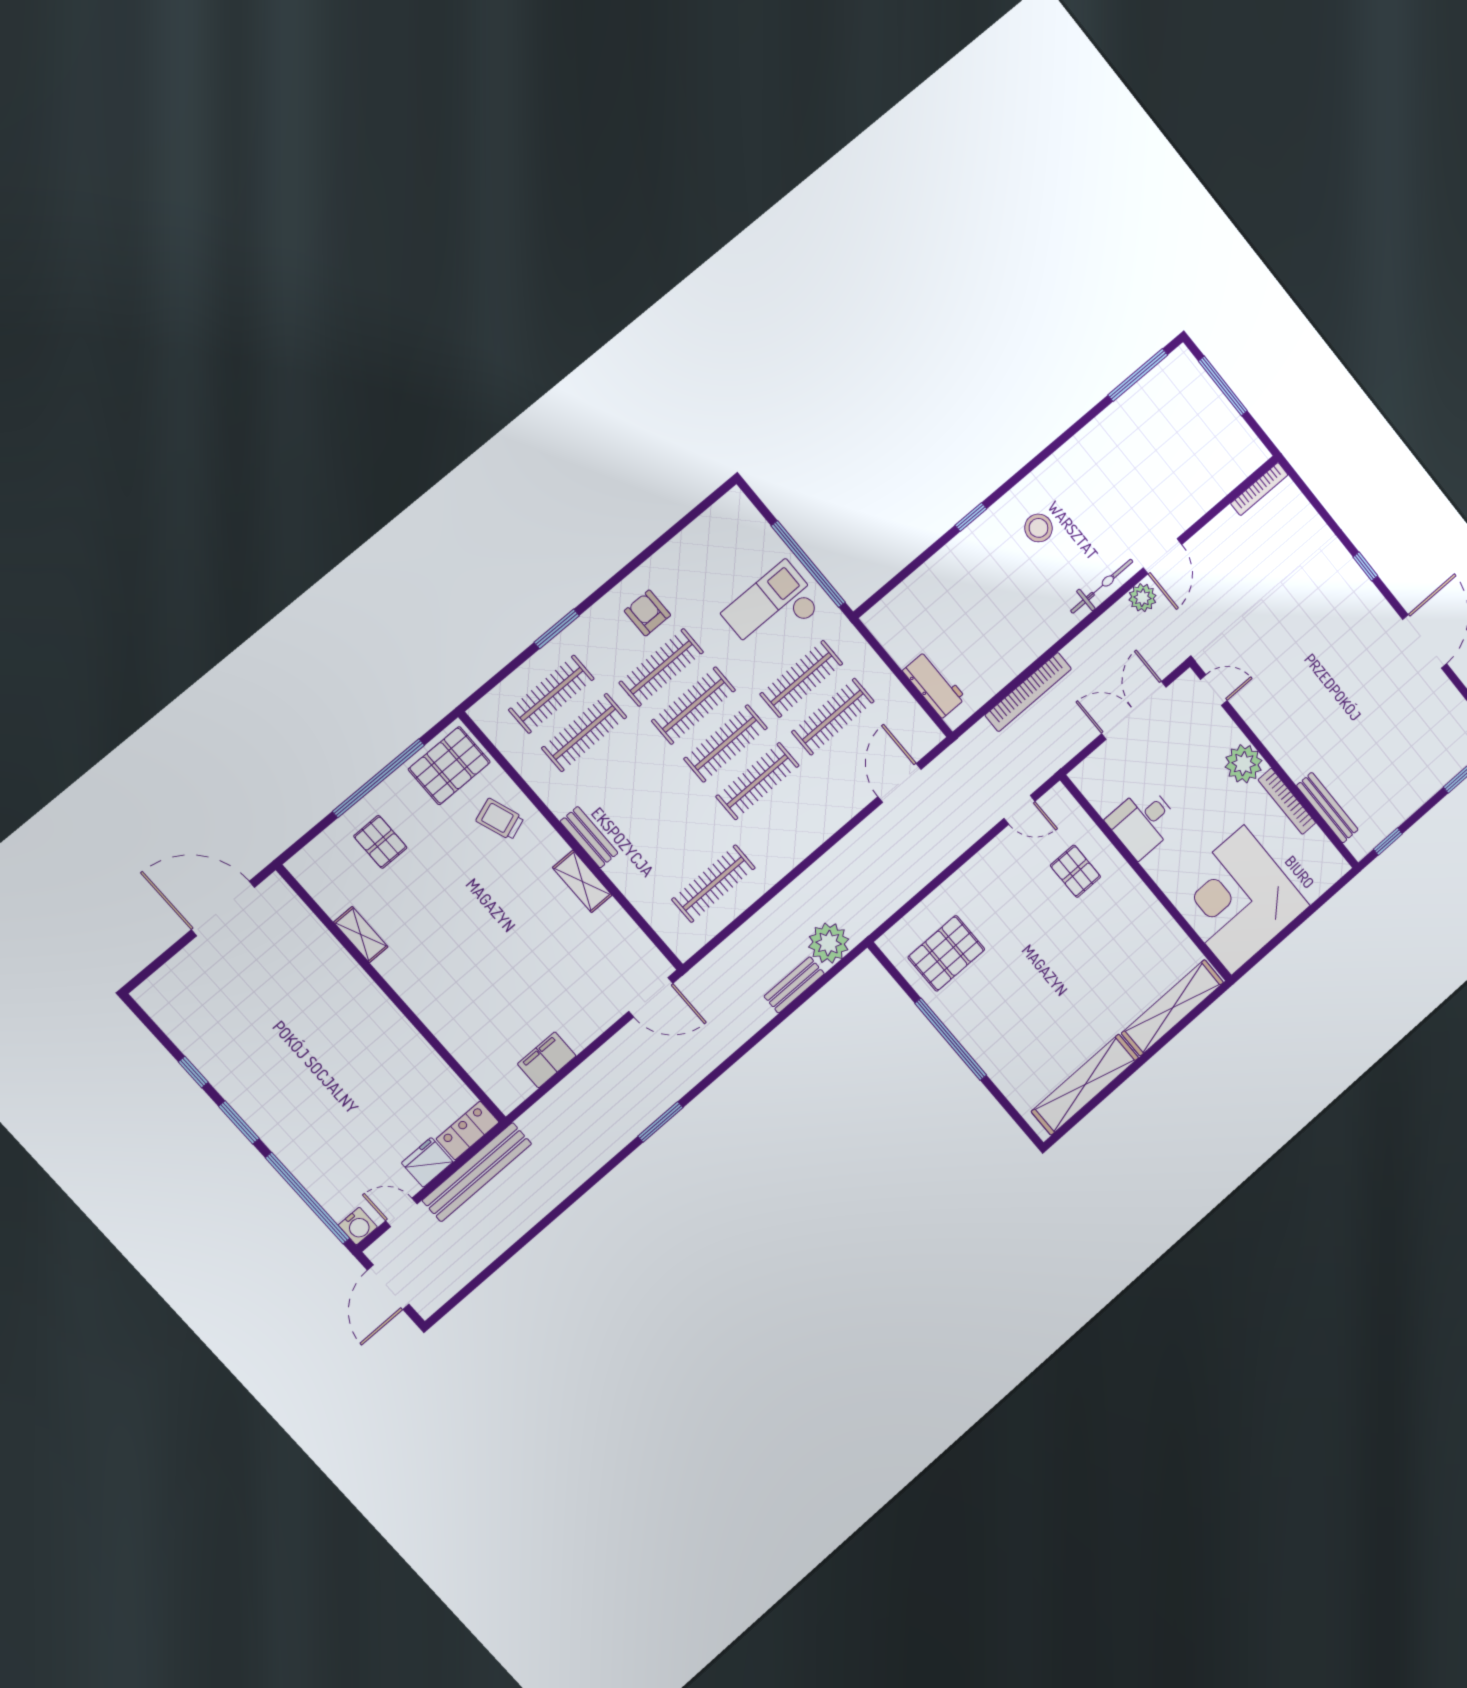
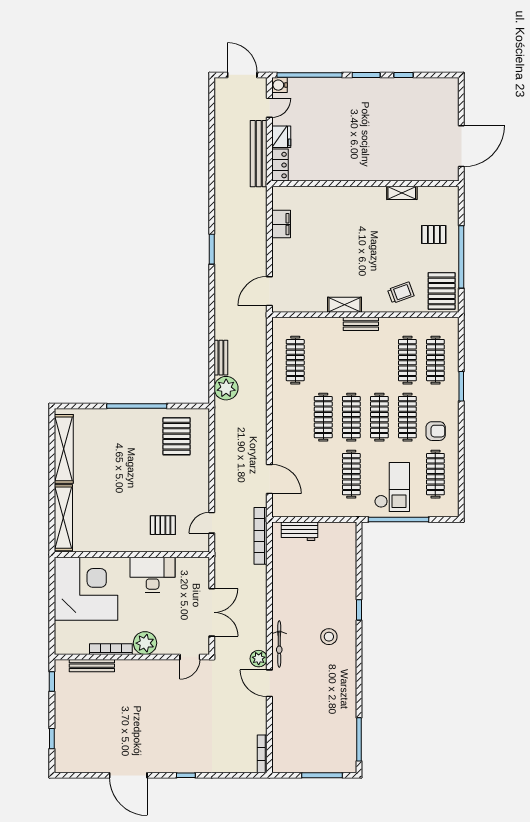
bookcase: (1028, 692) -> (261, 536), moved
clothes rail: (833, 717) -> (435, 474), moved
desk: (1143, 822) -> (153, 575), width x1.37

